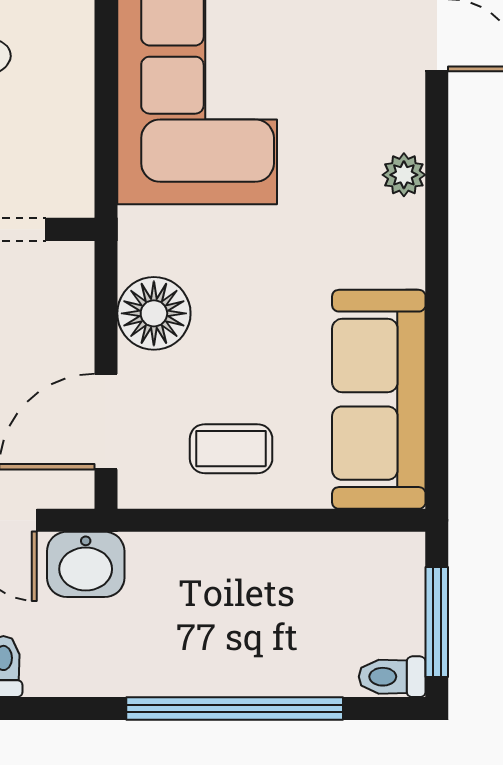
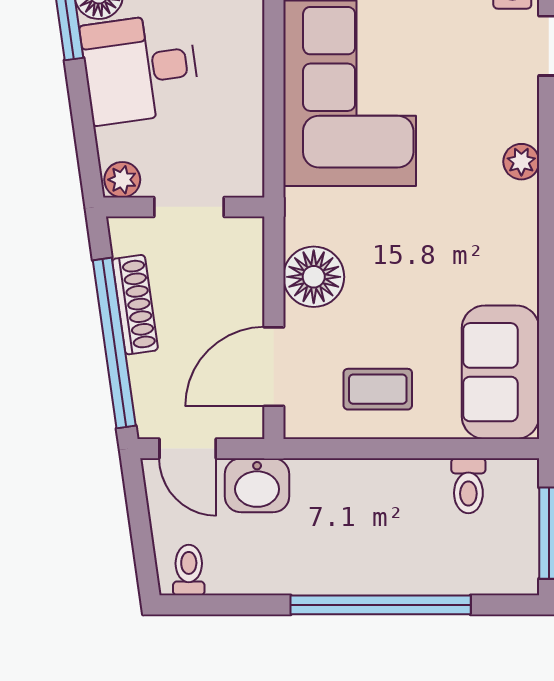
sofa: (379, 399) -> (500, 372), width x0.73
toilet: (392, 677) -> (468, 486), moved, turned -90

